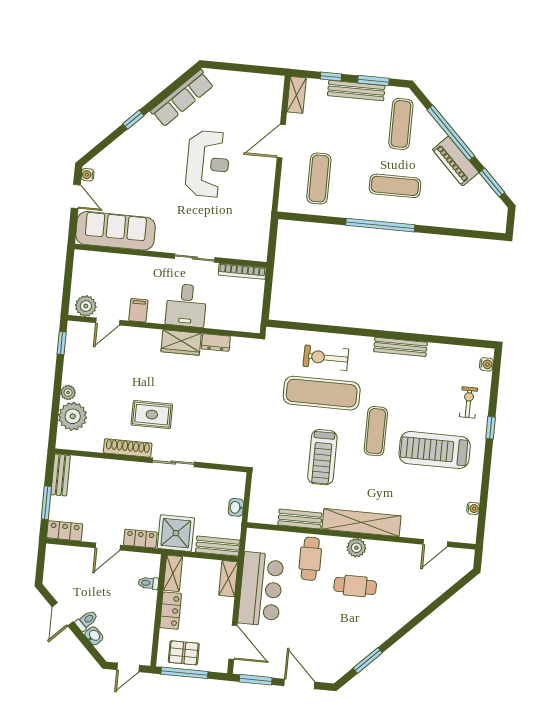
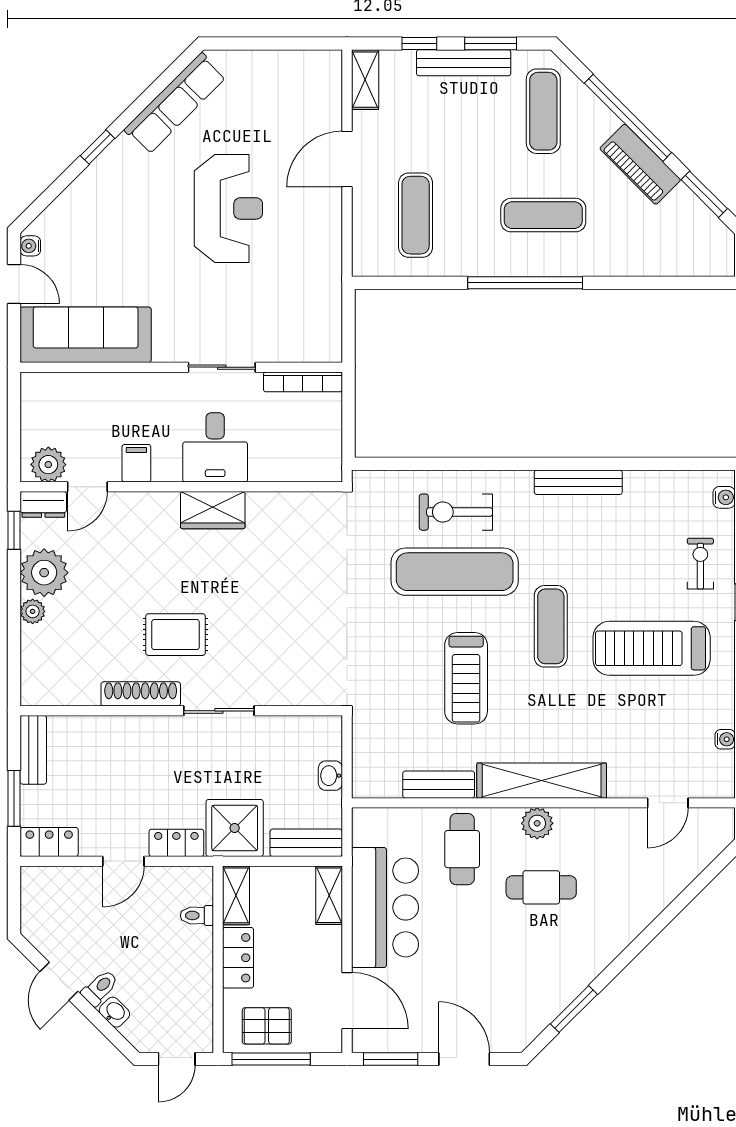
dresser: (216, 342) -> (43, 504), moved
plant: (73, 416) -> (44, 573), moved

